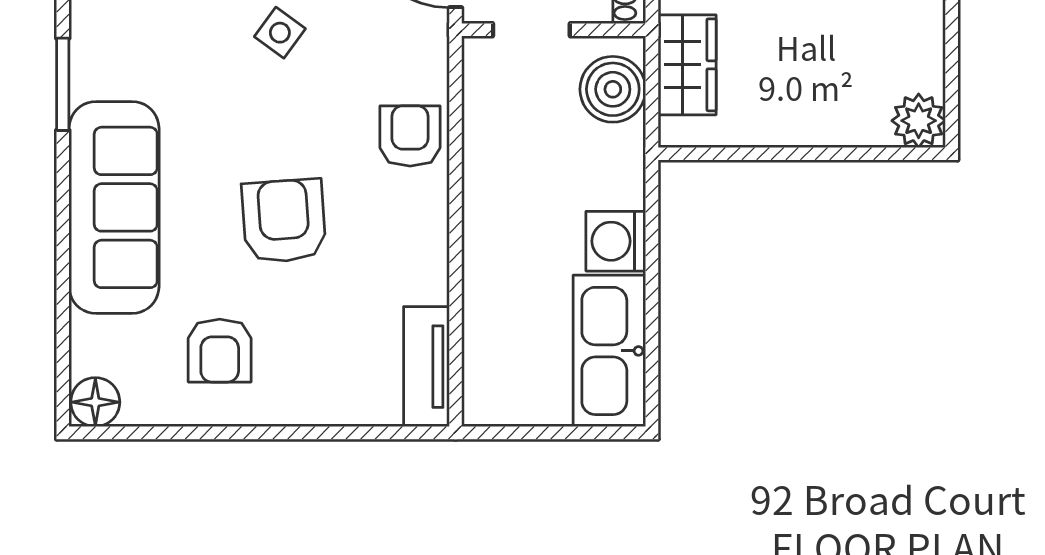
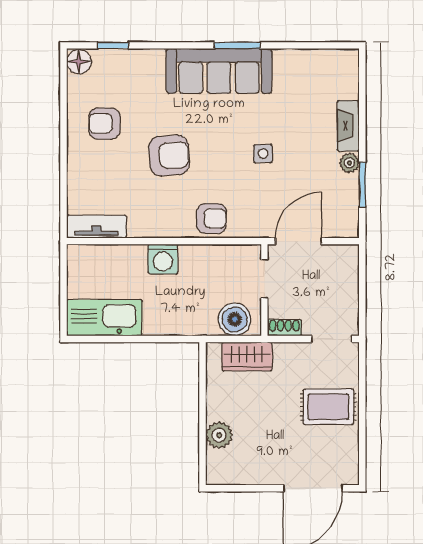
side table: (280, 33) -> (263, 154), turned -36
plant: (919, 121) -> (219, 435), moved
sofa: (114, 207) -> (219, 71), moved
washing machine: (616, 241) -> (163, 259), moved, turned 180
window: (63, 333) -> (113, 45), added

